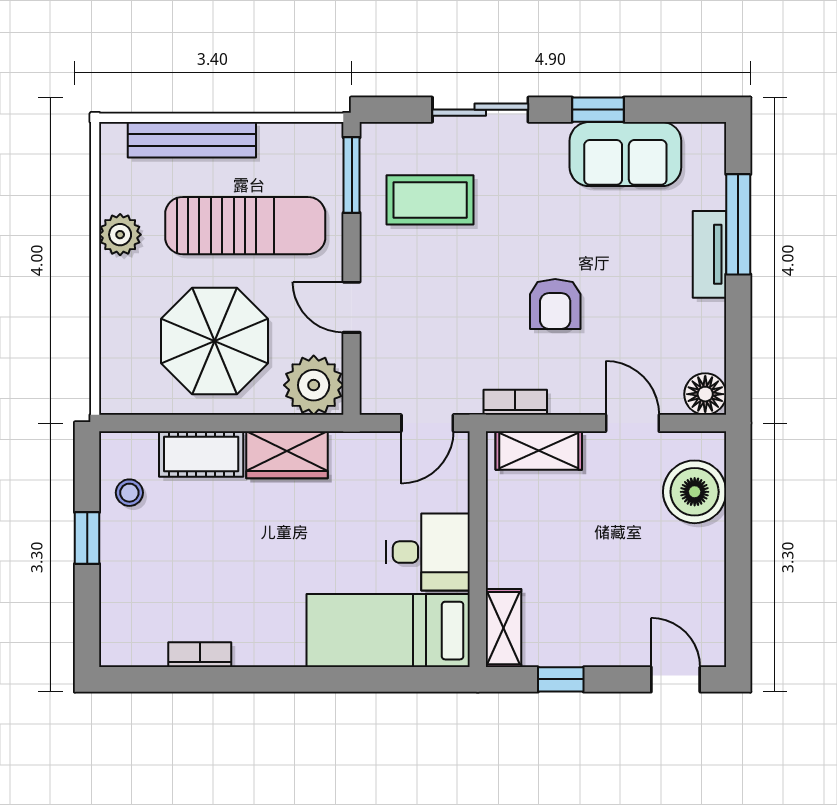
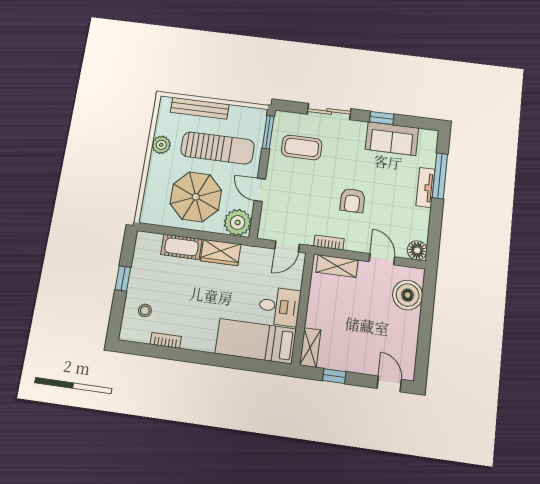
stool: (129, 493) -> (145, 310), moved

